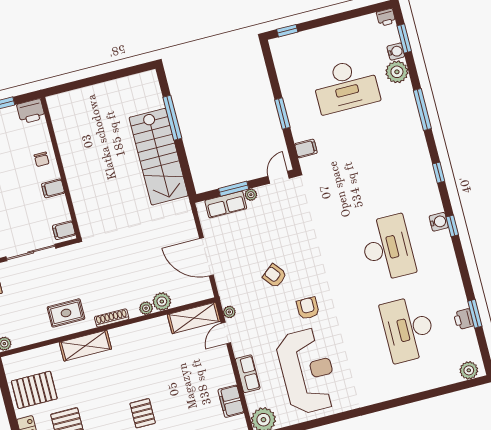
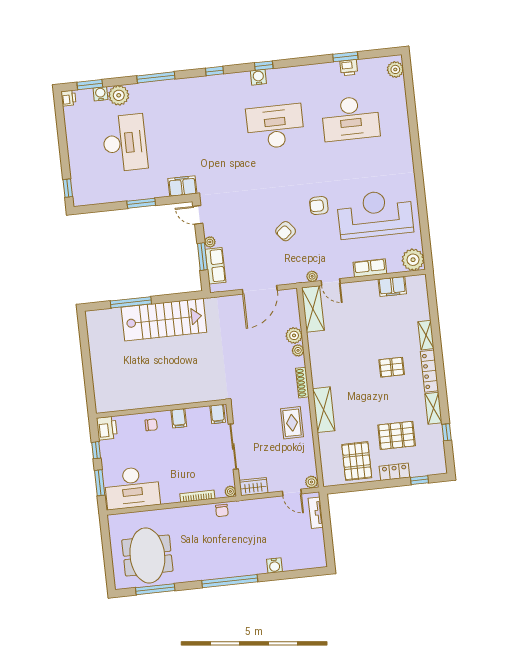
filing cabinet: (306, 148) -> (182, 186), width x2.00

